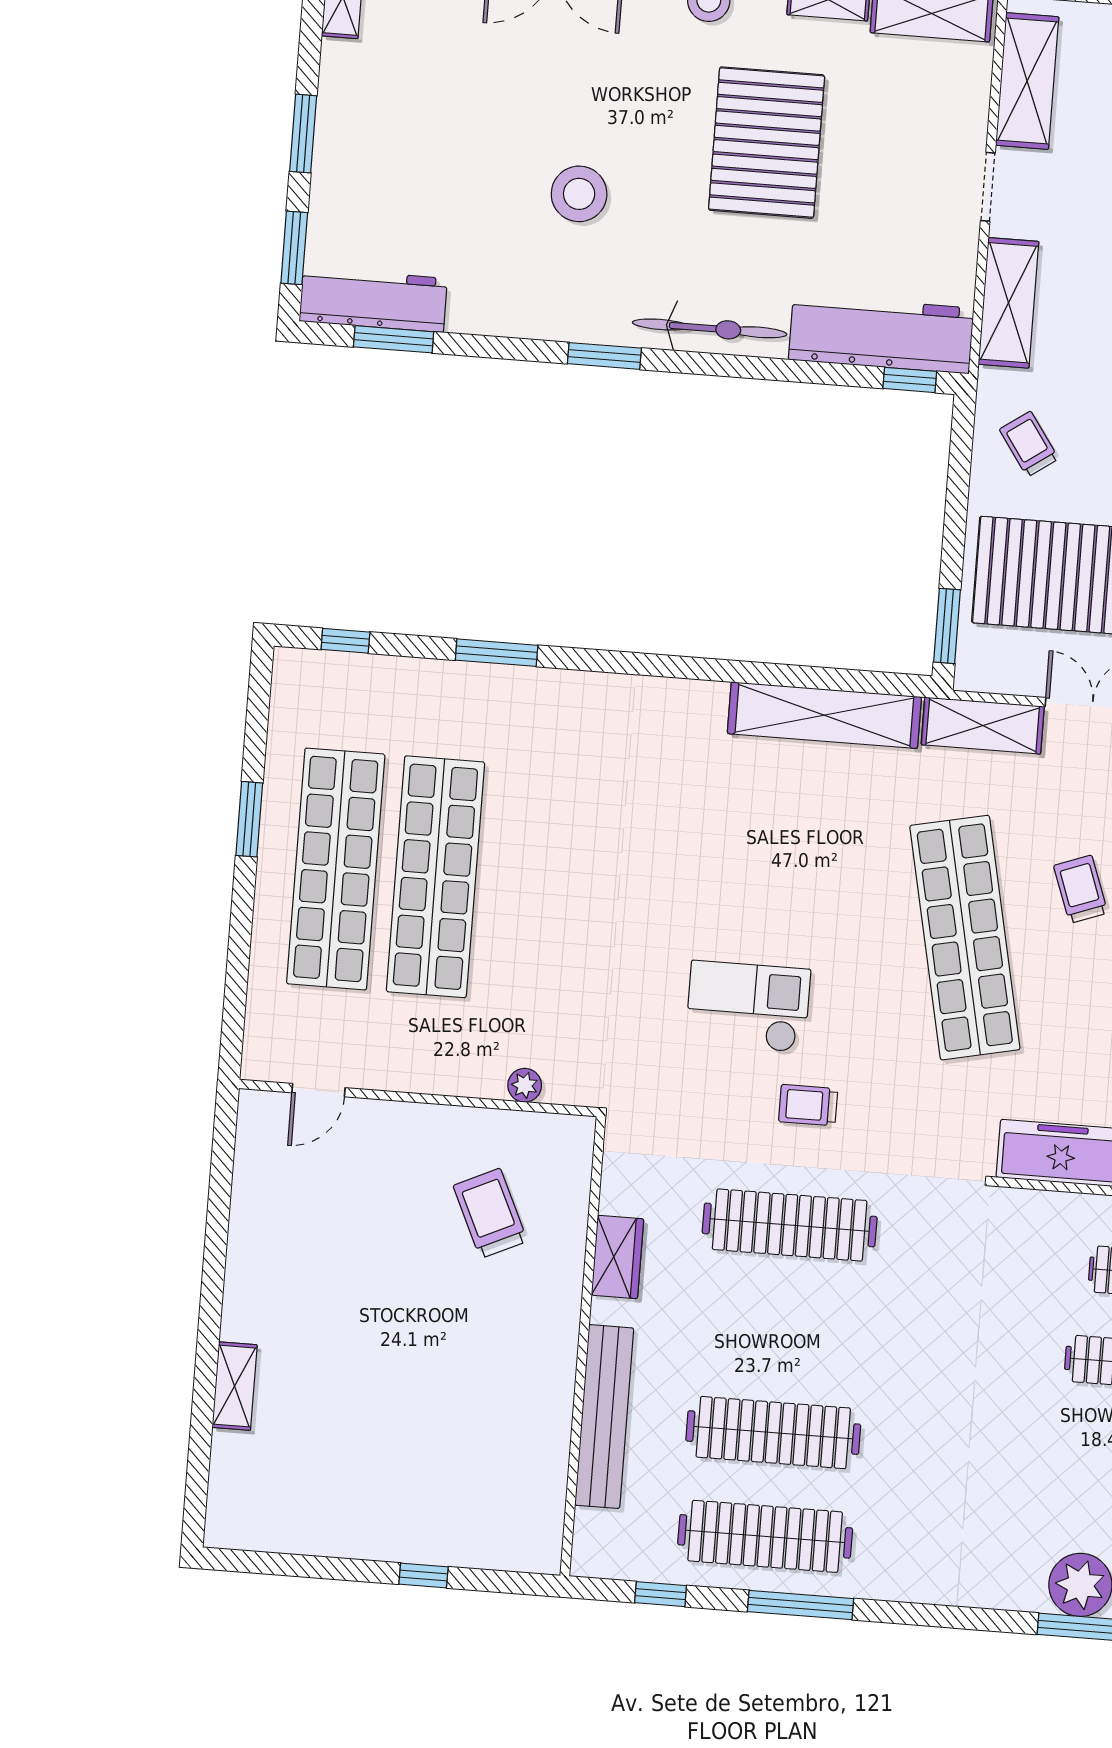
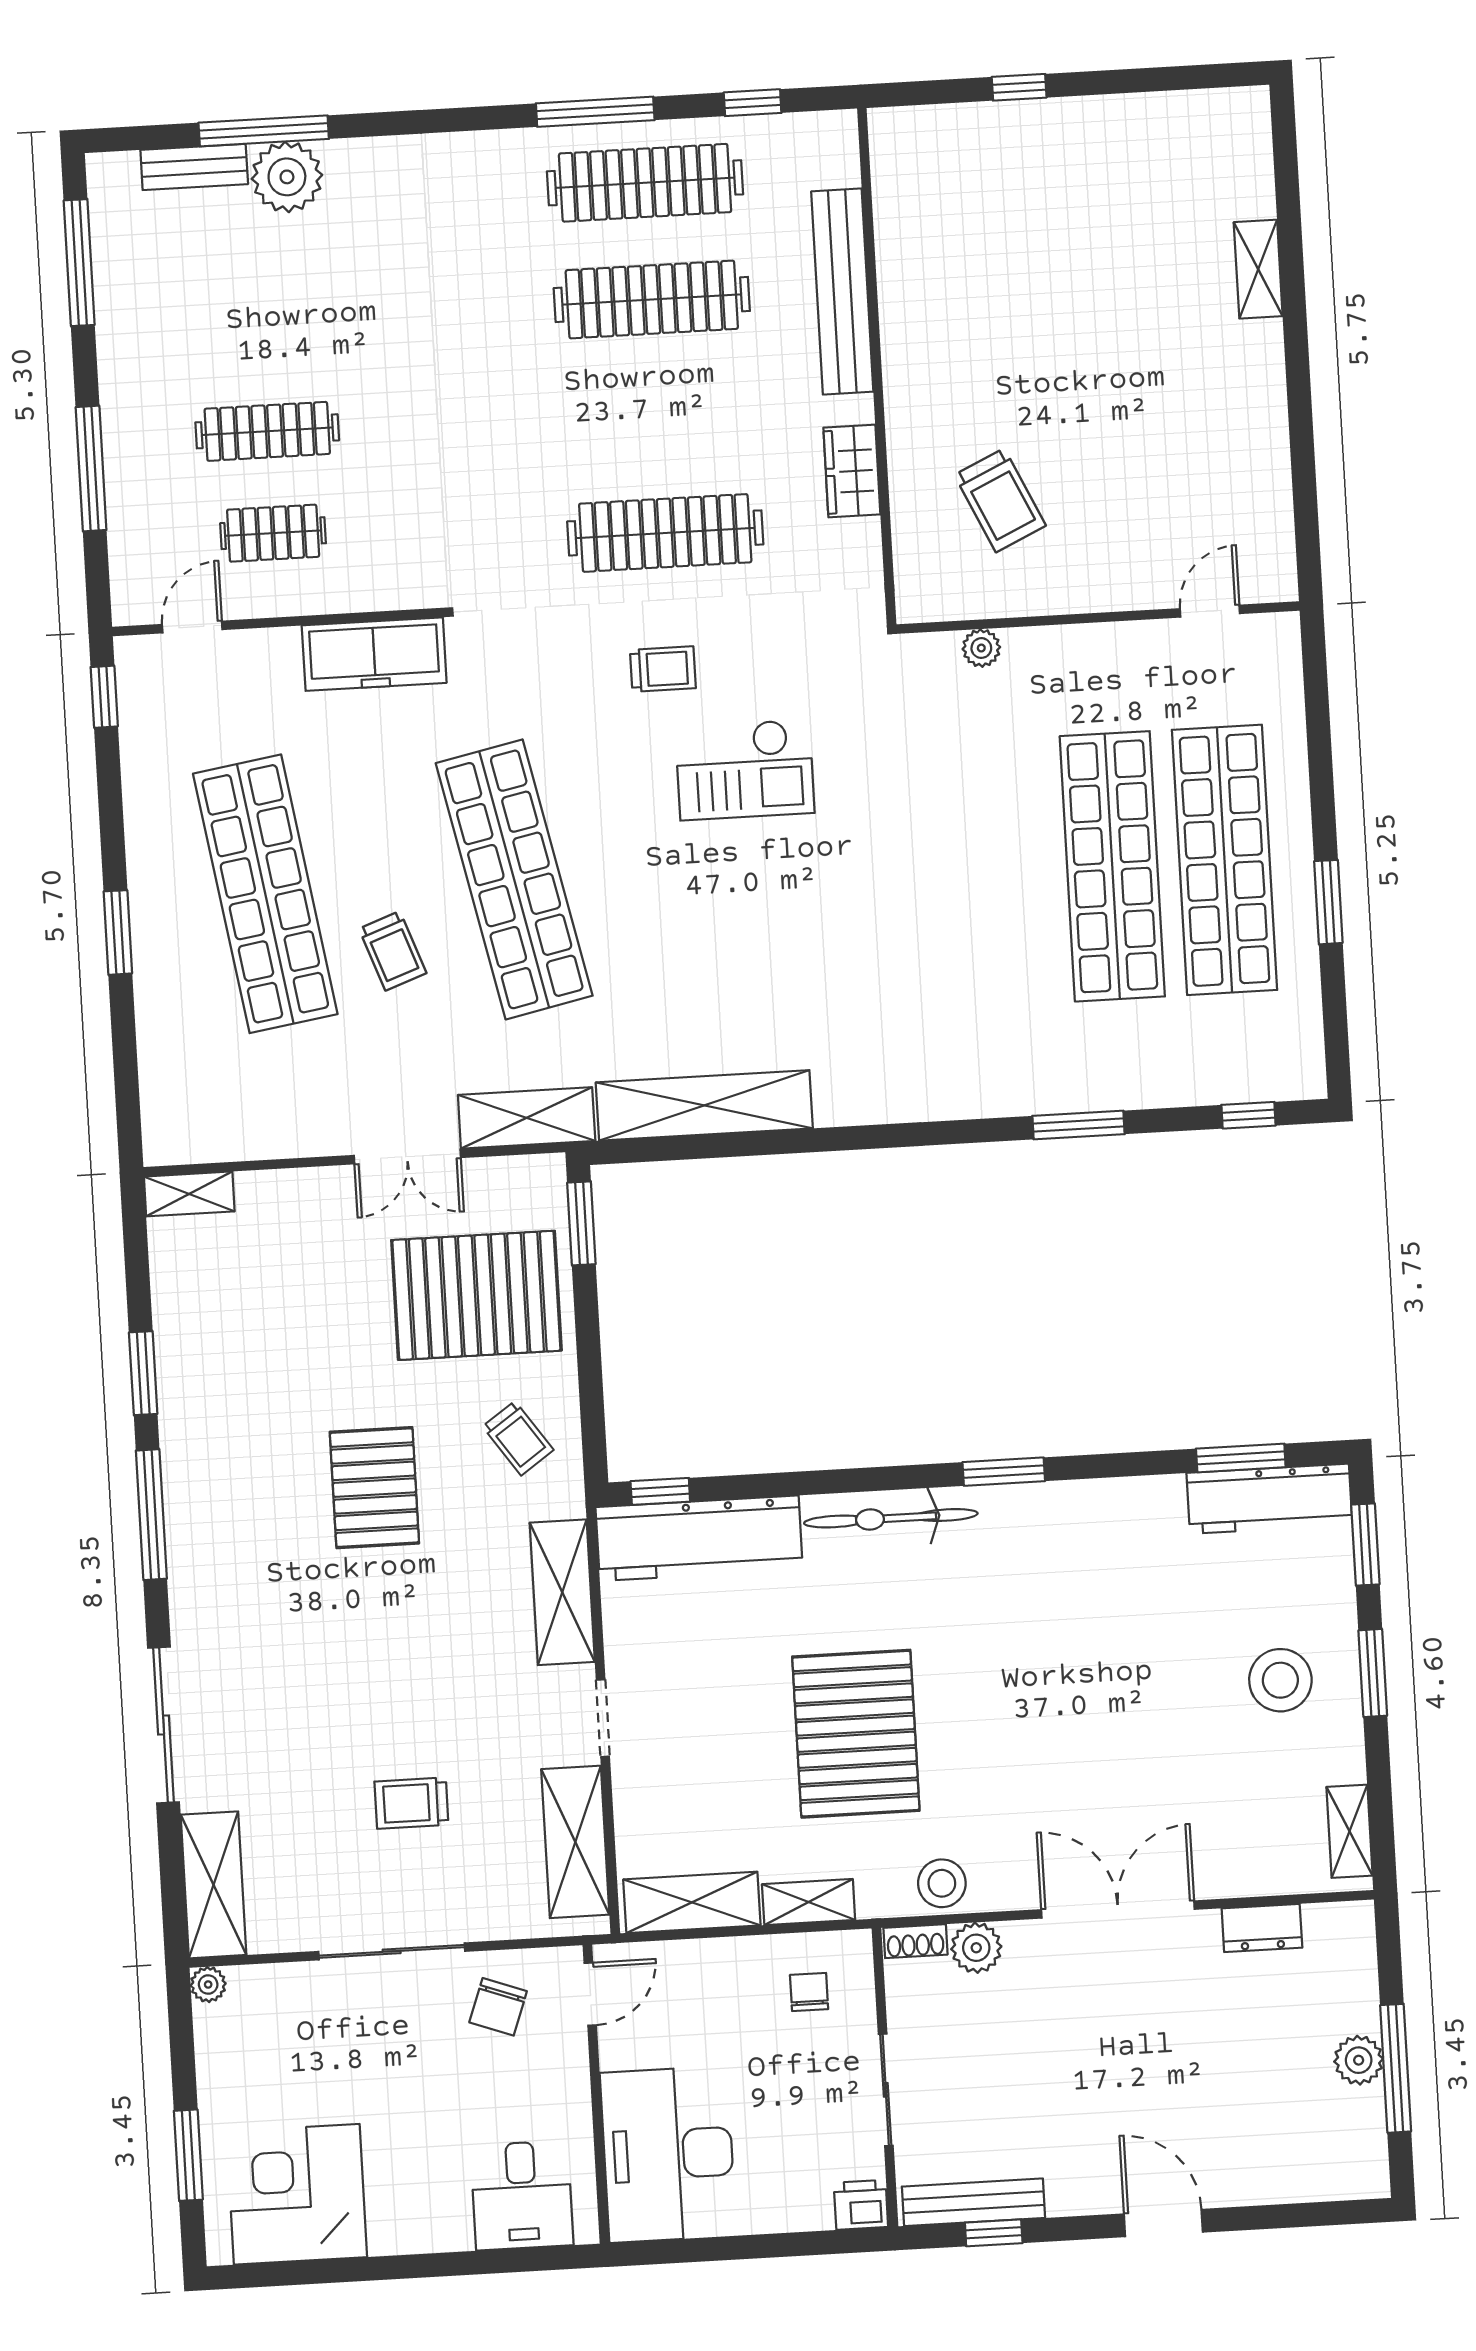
stool: (579, 194) -> (1280, 1680), moved

